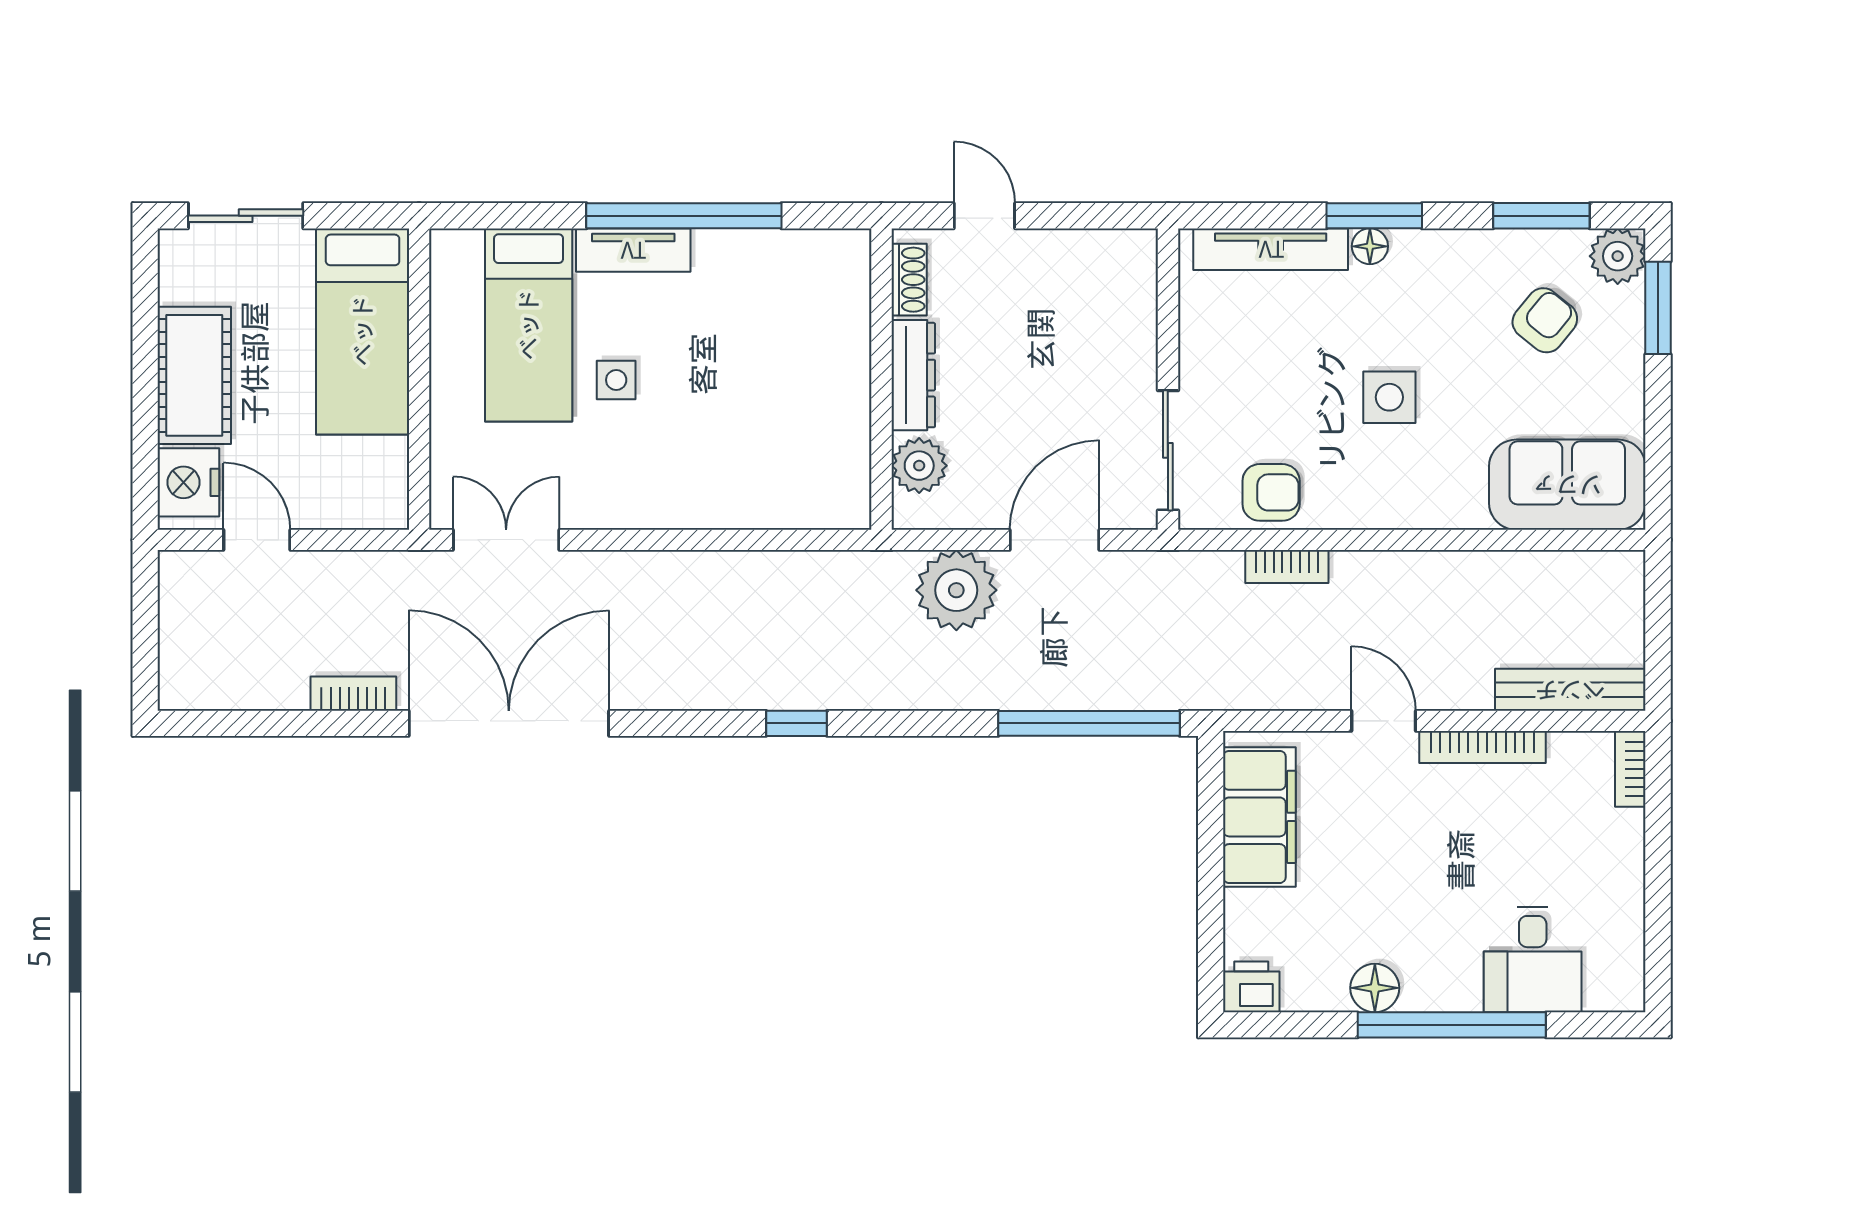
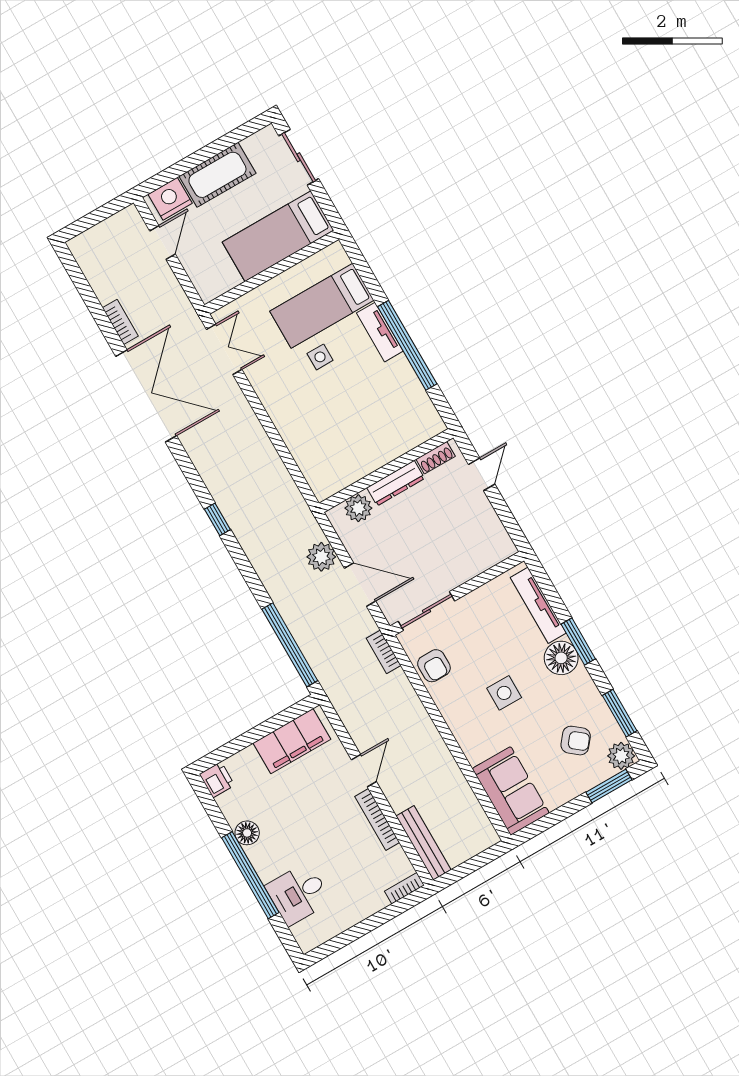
floor lamp: (1370, 246) -> (561, 658), width x1.89, depth x1.89
bookcase: (1287, 567) -> (384, 652), moved
plant: (956, 590) -> (321, 557), width x0.73, depth x0.73

